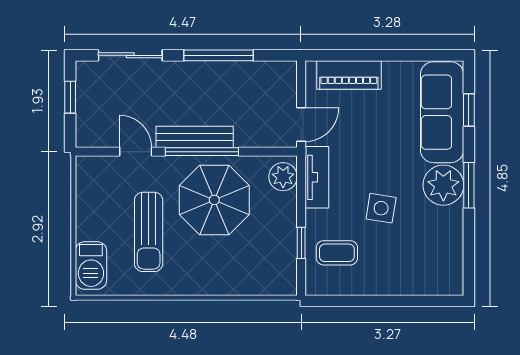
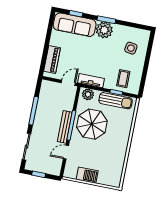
door: (301, 125) -> (68, 83), hinge flipped
side table: (381, 208) -> (131, 48), moved
sun lounger: (149, 232) -> (116, 101), moved
barbecue: (91, 266) -> (87, 175), moved

